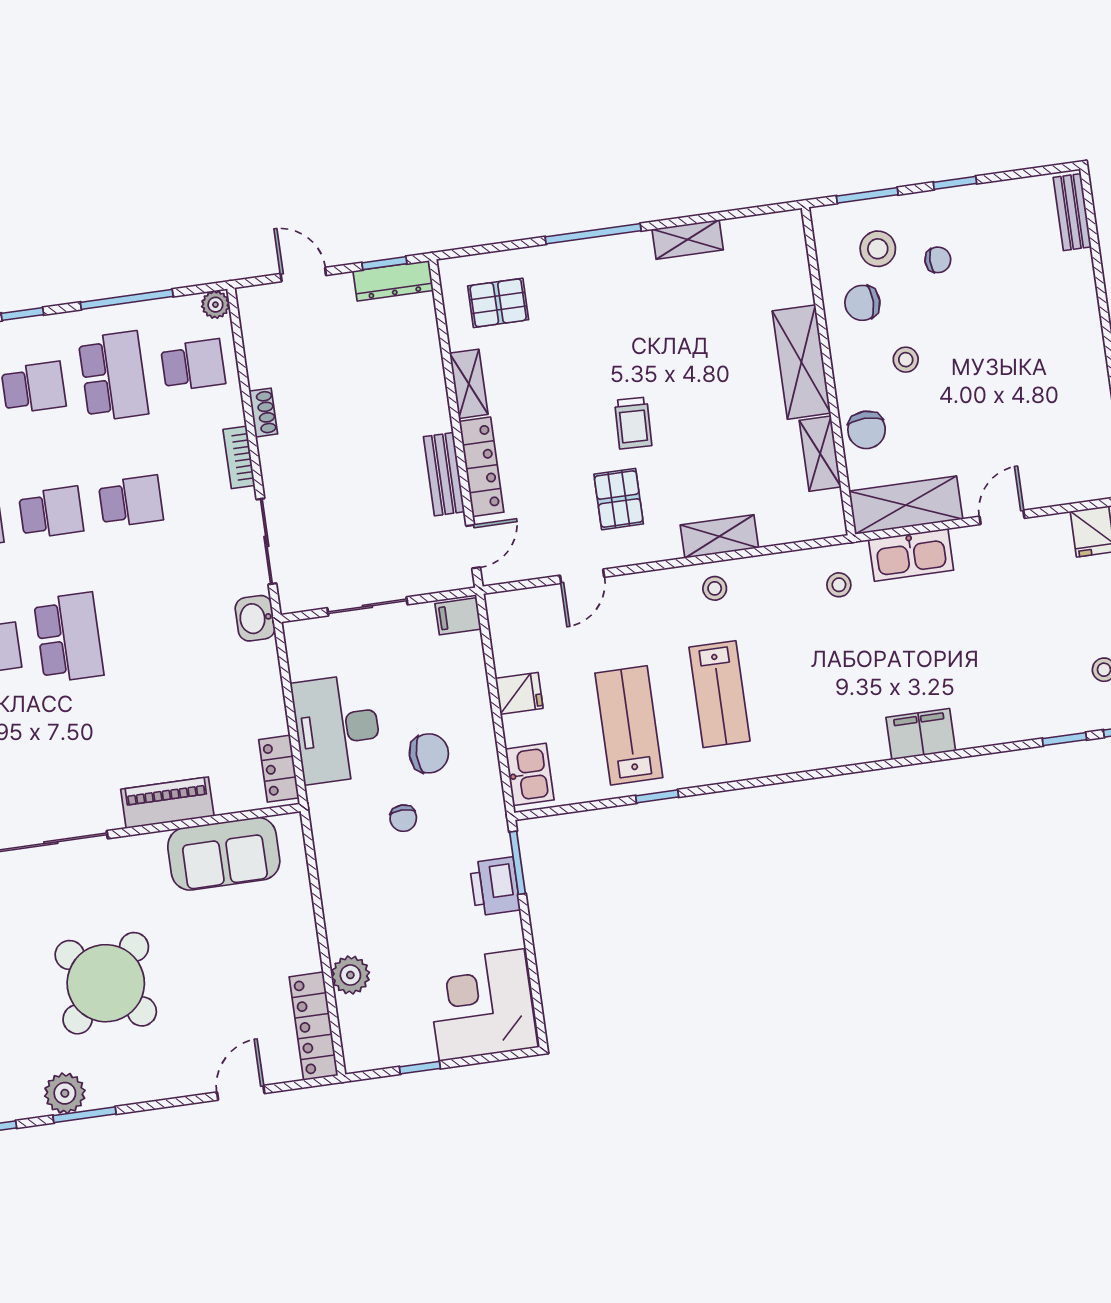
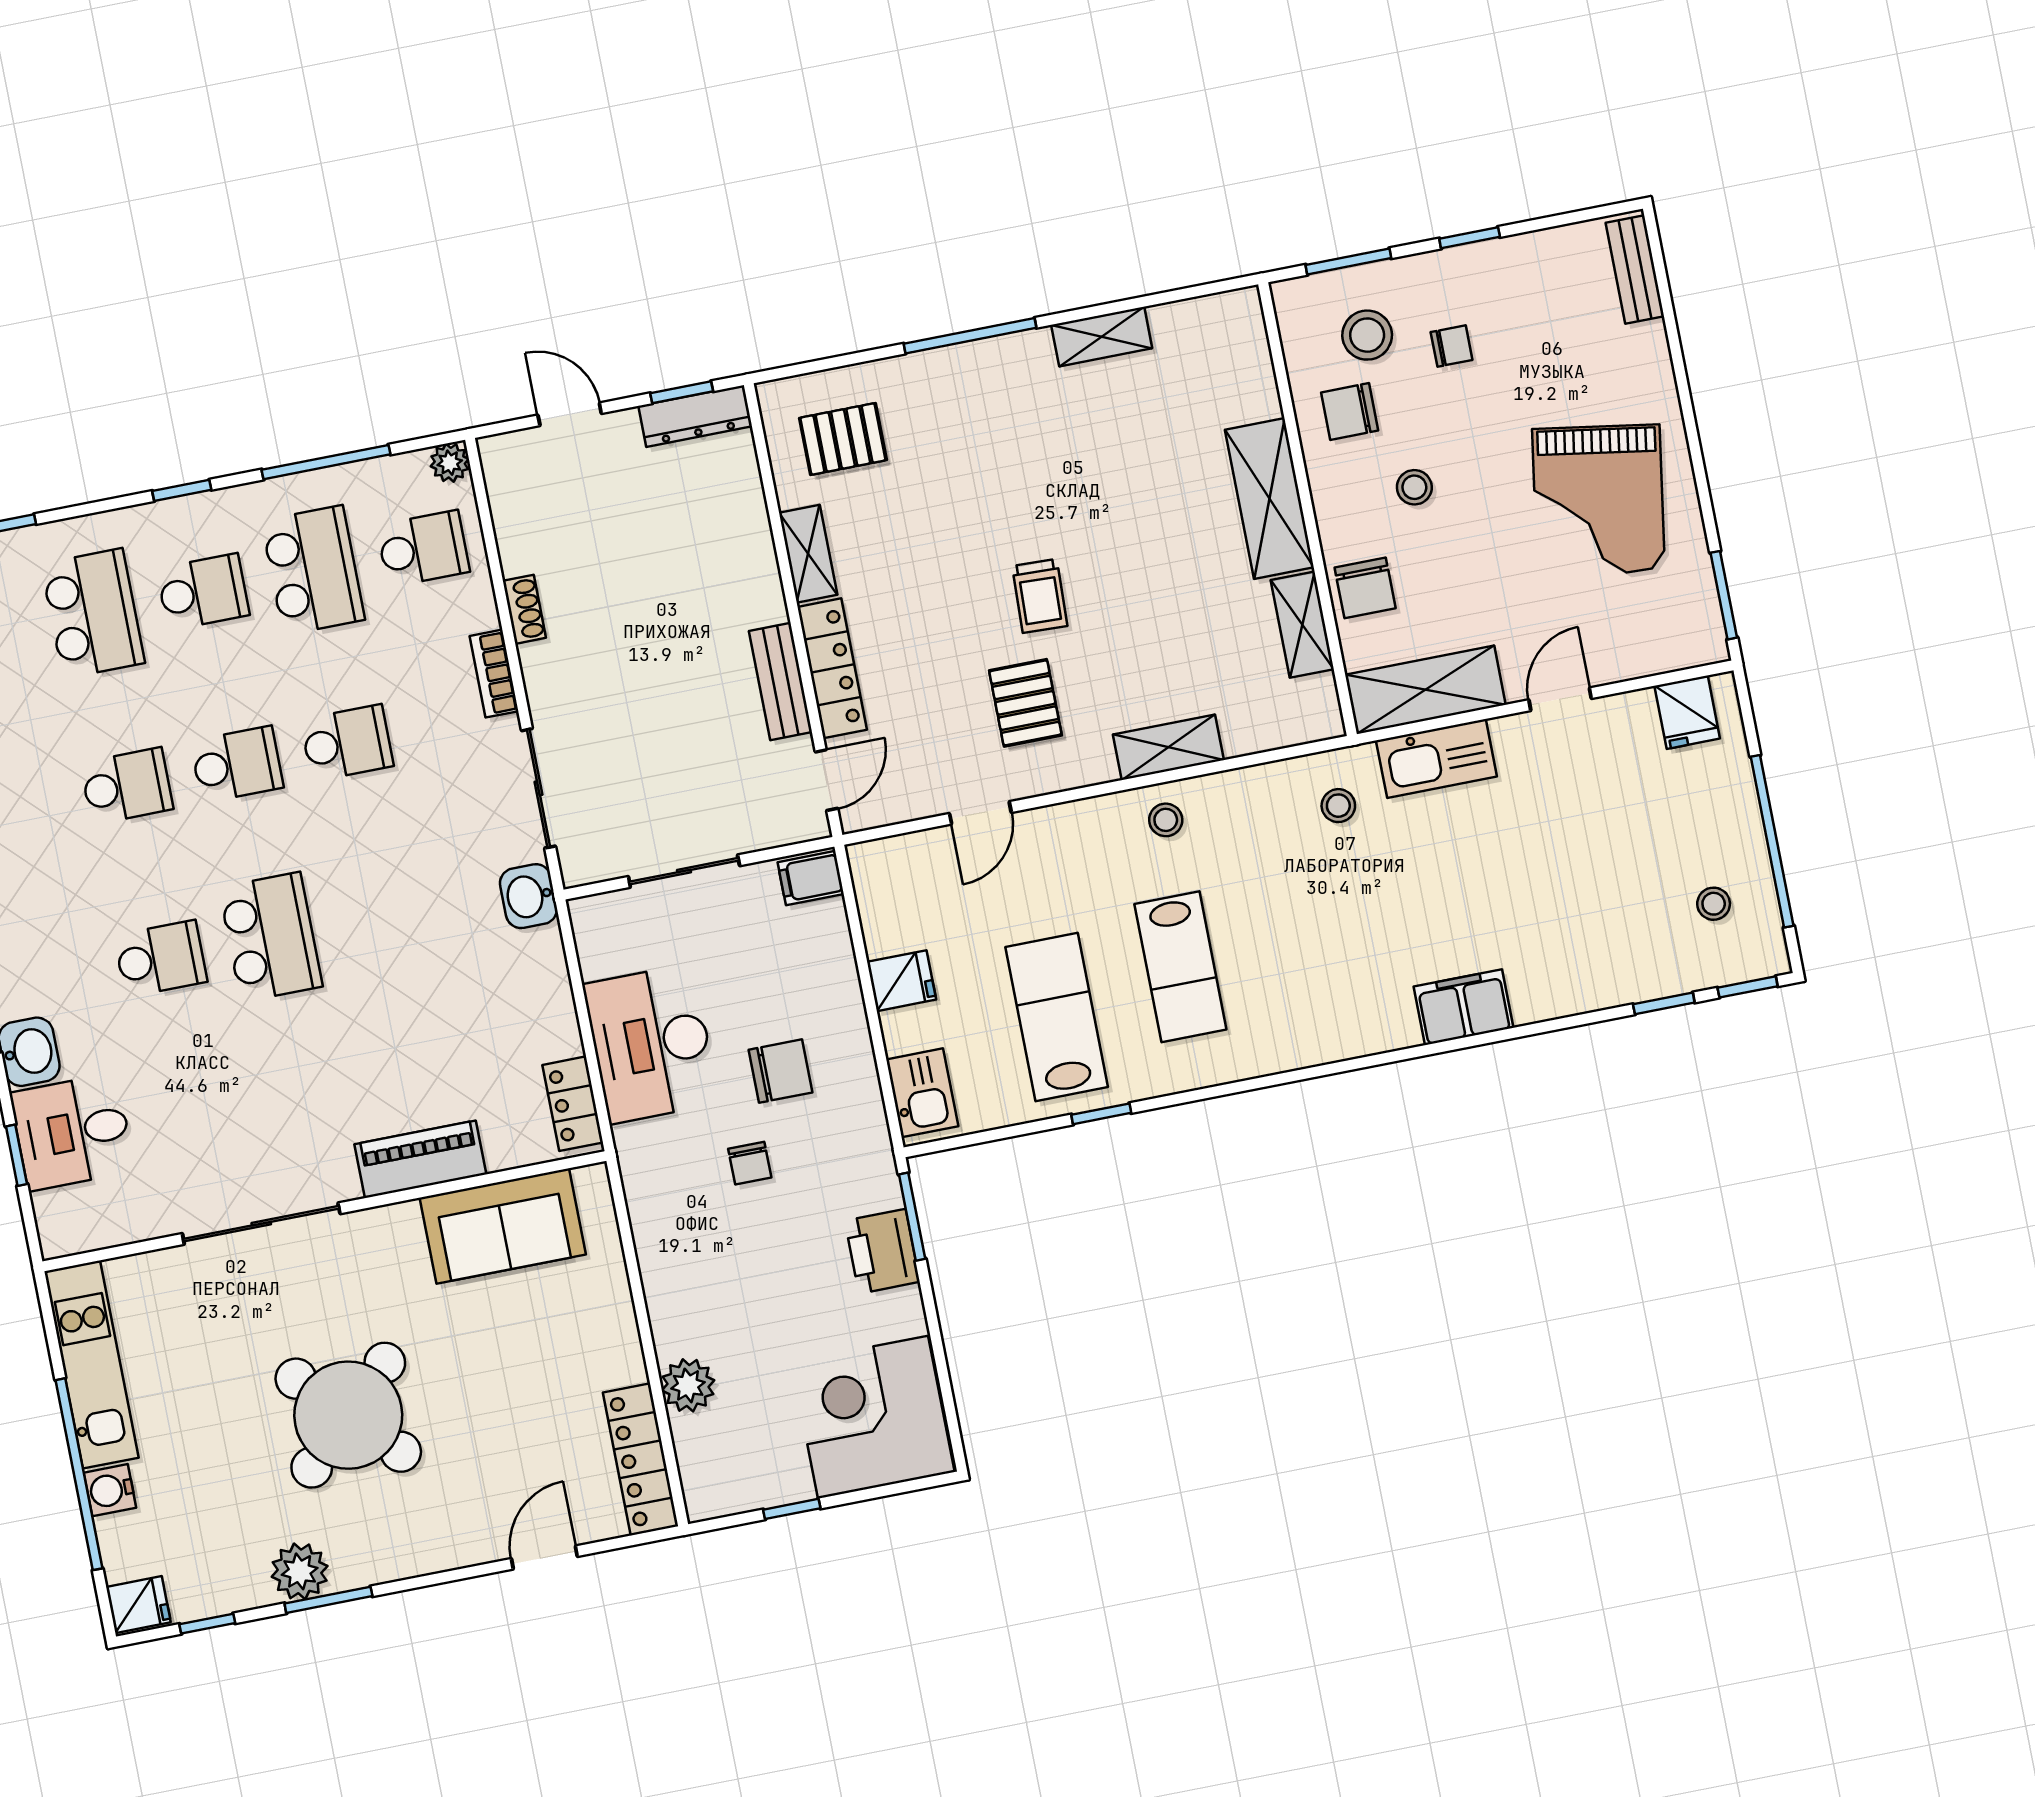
grand piano: (1037, 376) -> (1598, 500), added

